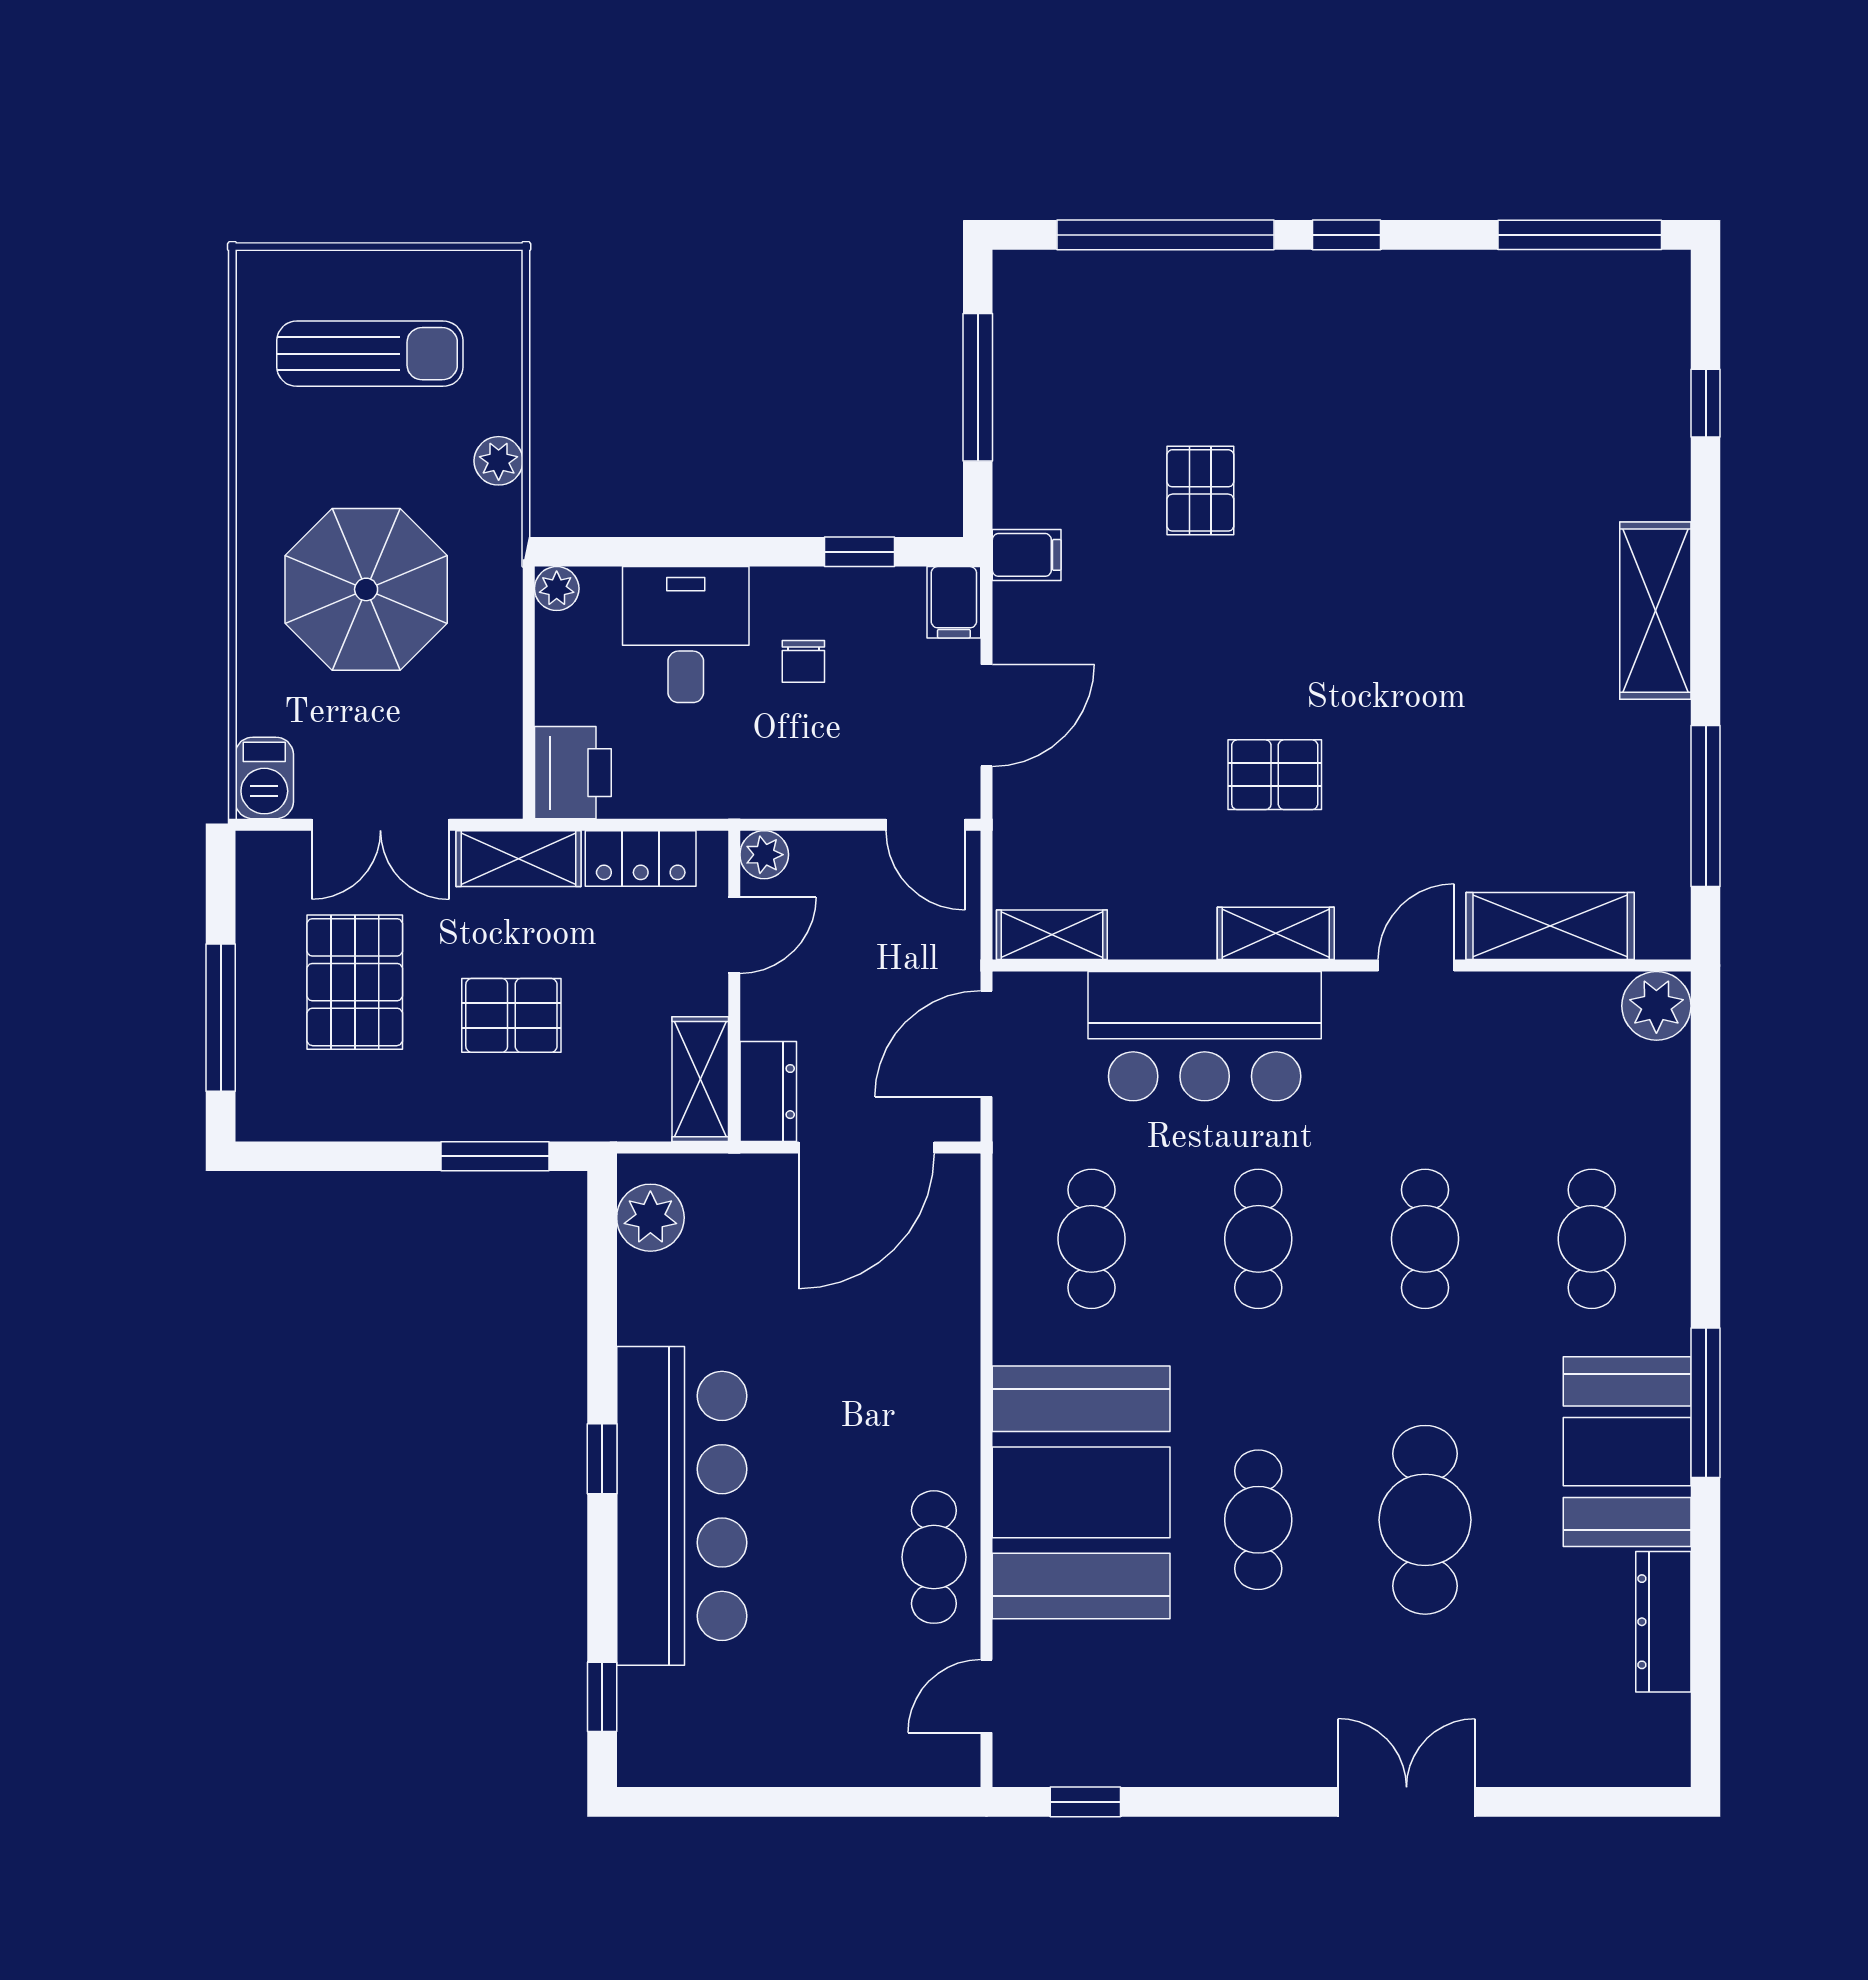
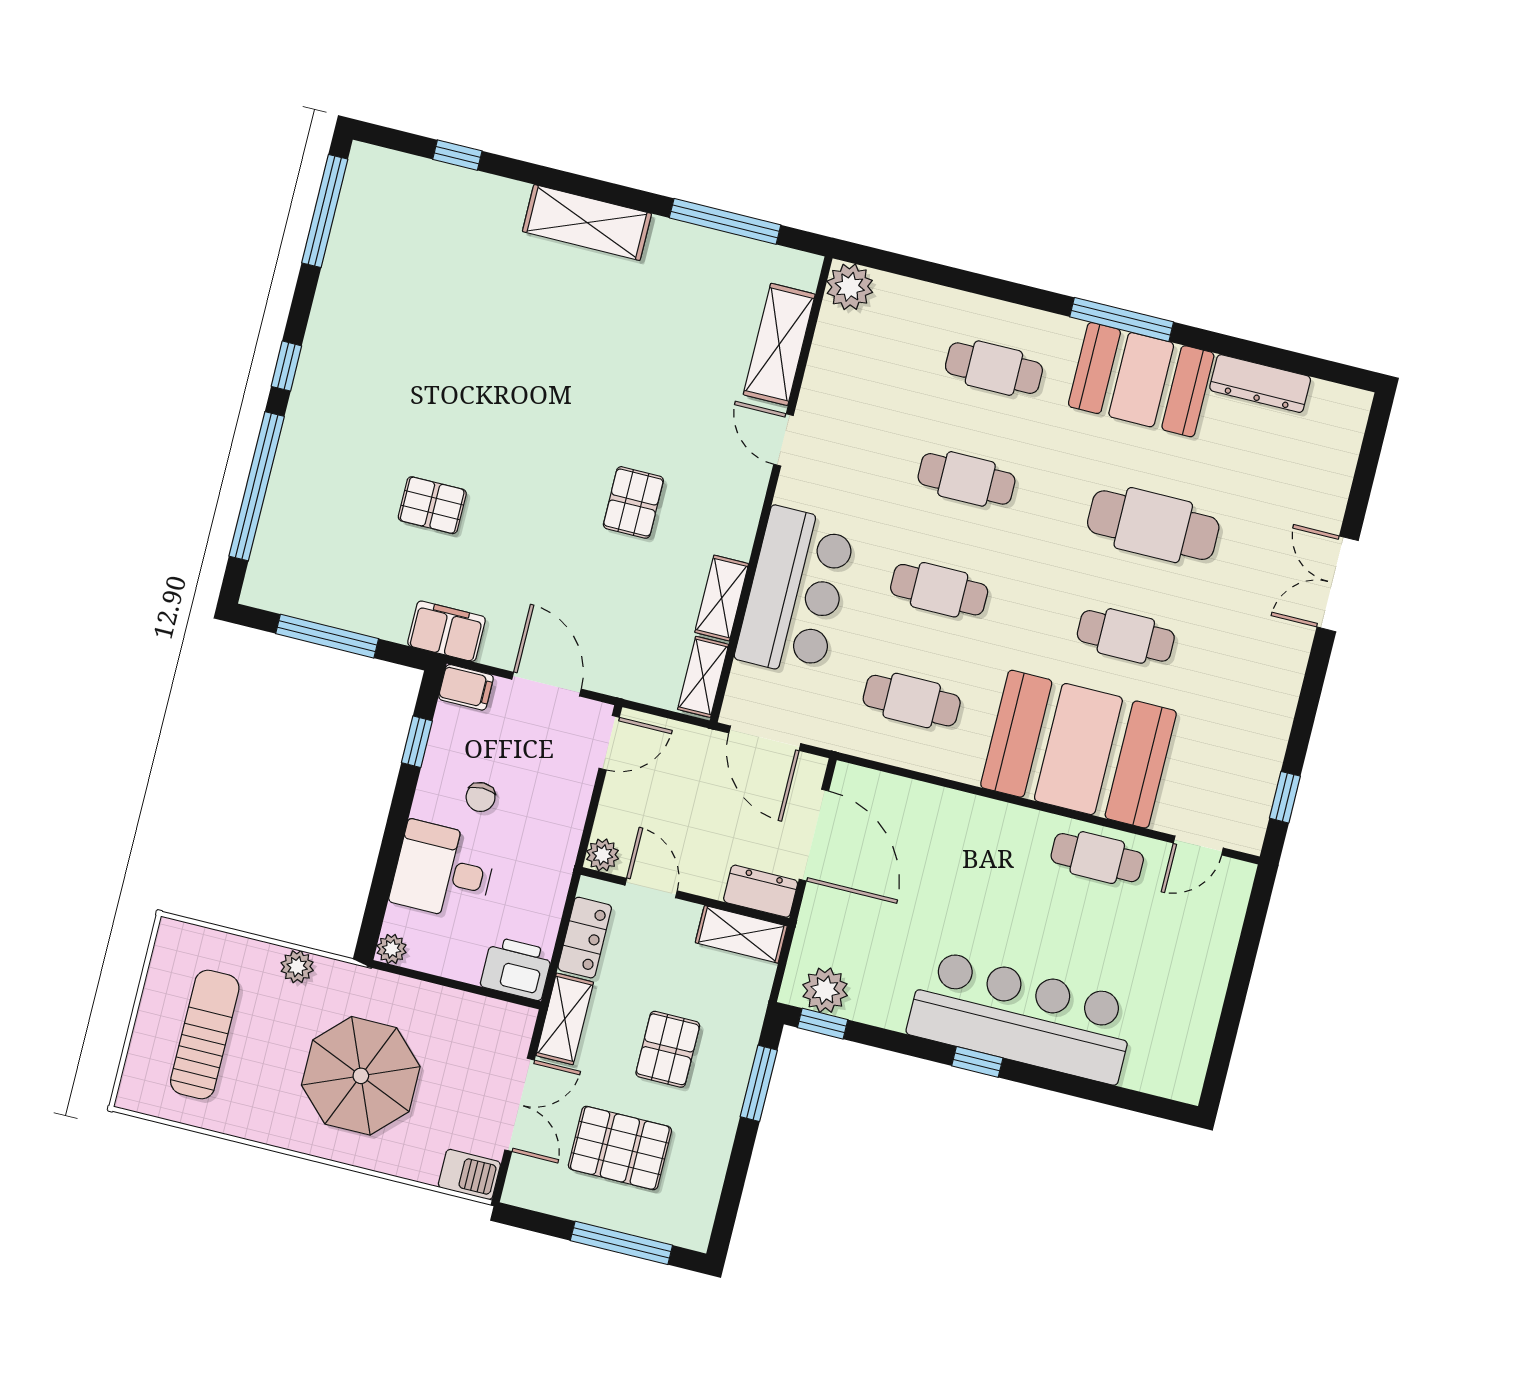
filing cabinet: (1027, 555) -> (447, 631), width x2.00
chair: (803, 661) -> (481, 797), turned 90
shelving: (1276, 933) -> (722, 598), moved
door: (987, 1696) -> (1198, 845), hinge flipped
window: (602, 1697) -> (823, 1024), moved

